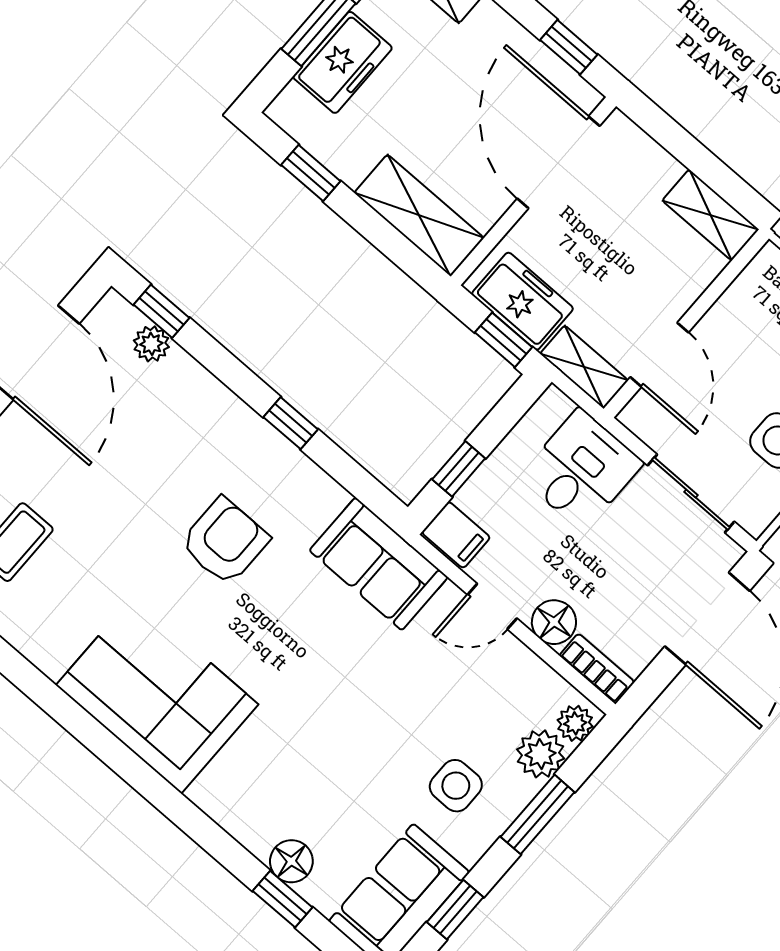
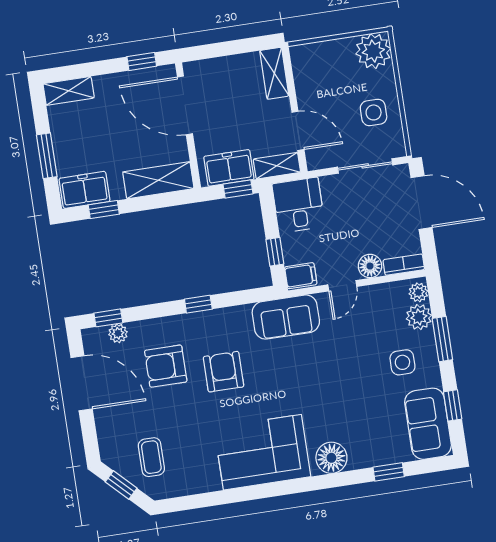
freezer: (343, 62) -> (84, 190), moved, turned -90
shelving: (710, 215) -> (274, 73), moved, turned 90
armchair: (163, 452) -> (166, 366), added
desk: (581, 470) -> (299, 205), moved
floor lamp: (291, 861) -> (331, 458), moved, width x1.38, depth x1.38

